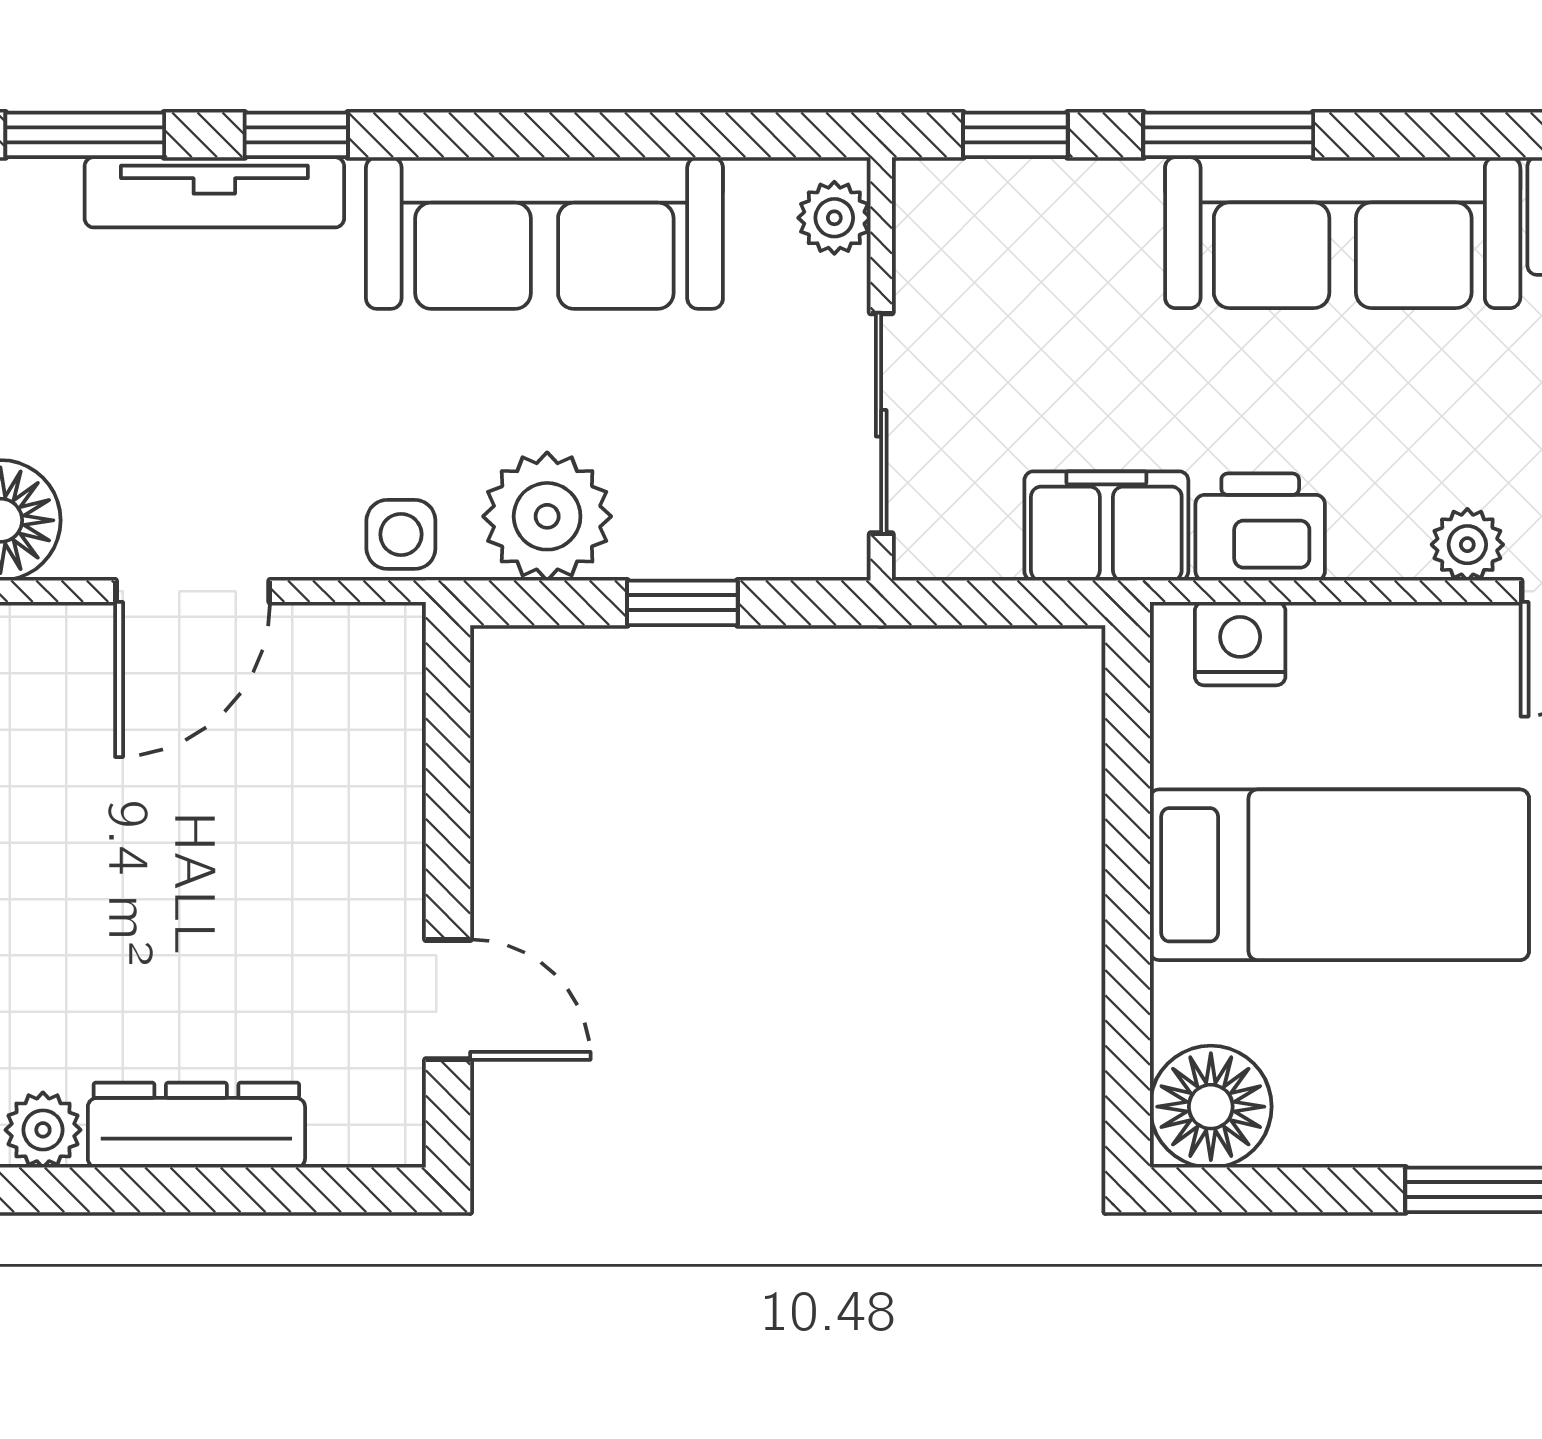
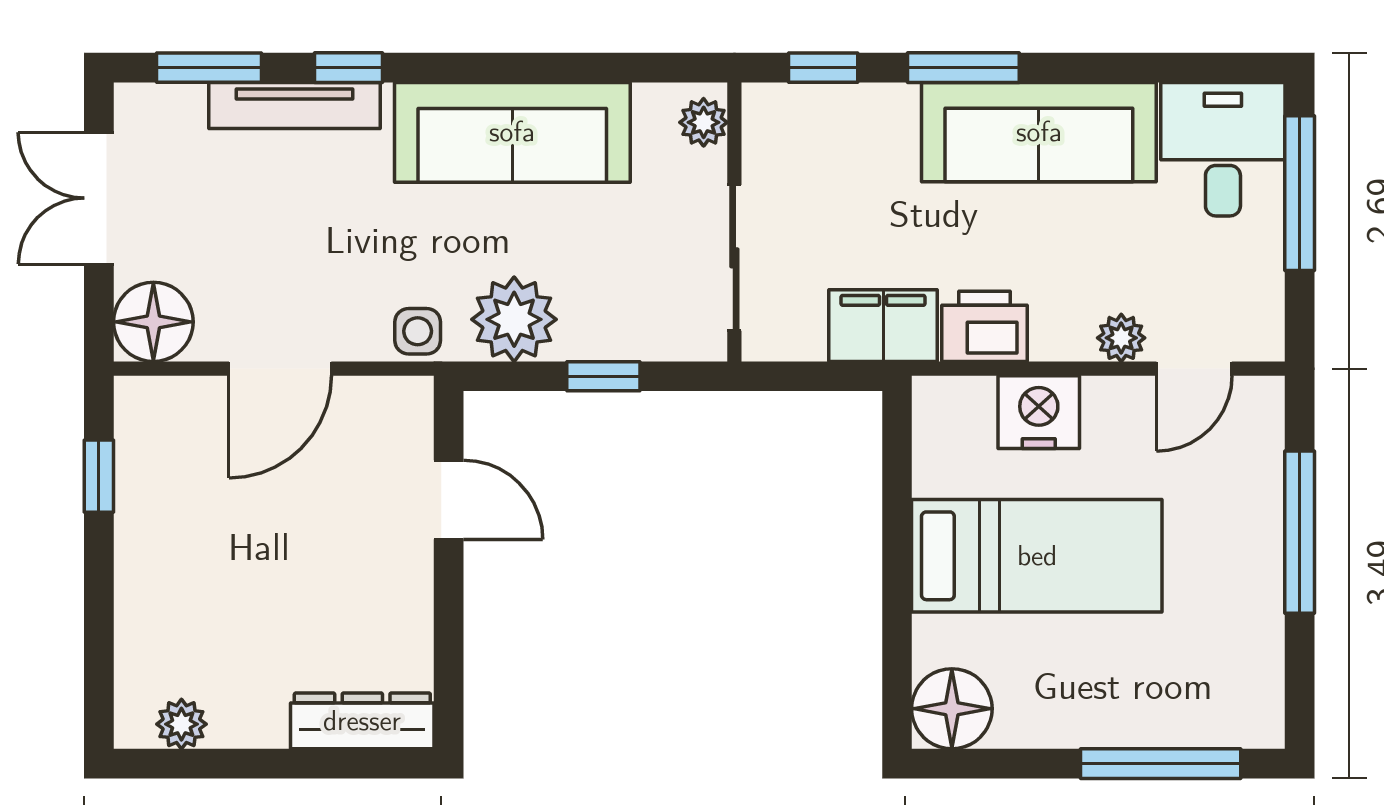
nightstand: (1240, 644) -> (1039, 412), moved, width x1.36, depth x1.33
door: (448, 1000) -> (449, 500), moved
dresser: (196, 1125) -> (362, 721), moved

